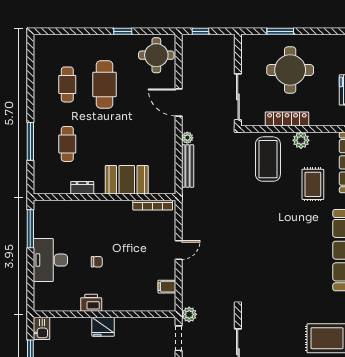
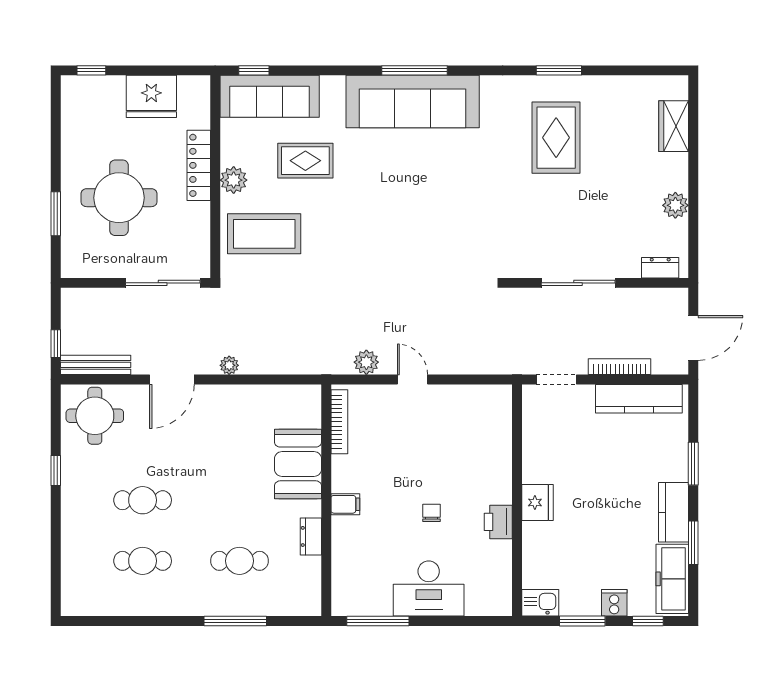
cafe table: (105, 84) -> (143, 500), width x0.73, depth x0.74
locker: (287, 119) -> (199, 165), moved
bench: (188, 166) -> (96, 365), moved
filing cabinet: (167, 287) -> (345, 504), moved, turned -90
plant: (189, 314) -> (366, 362), moved

